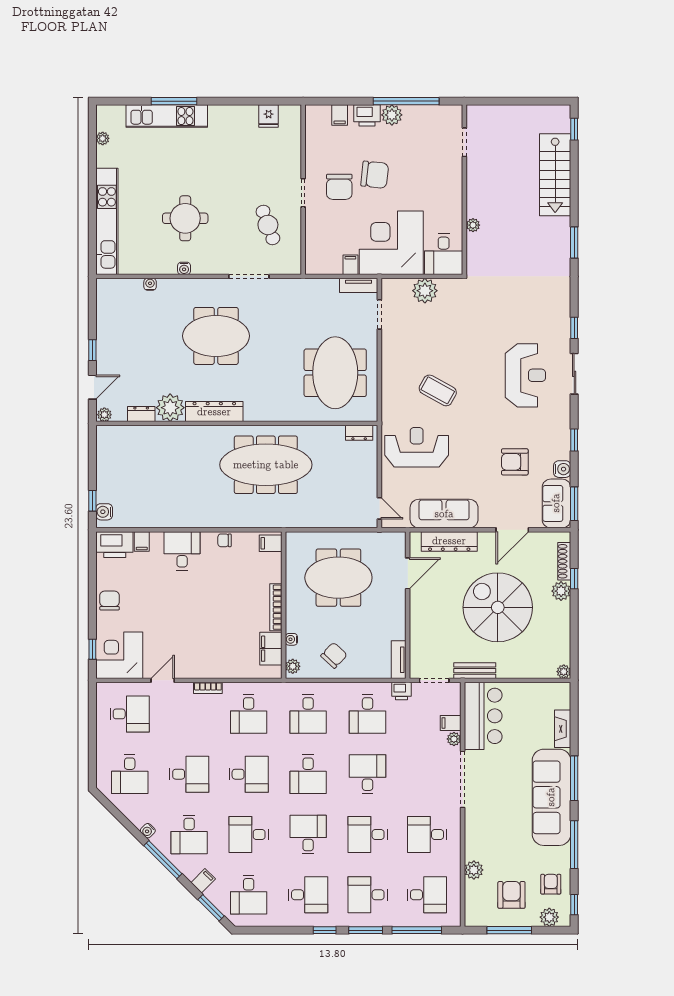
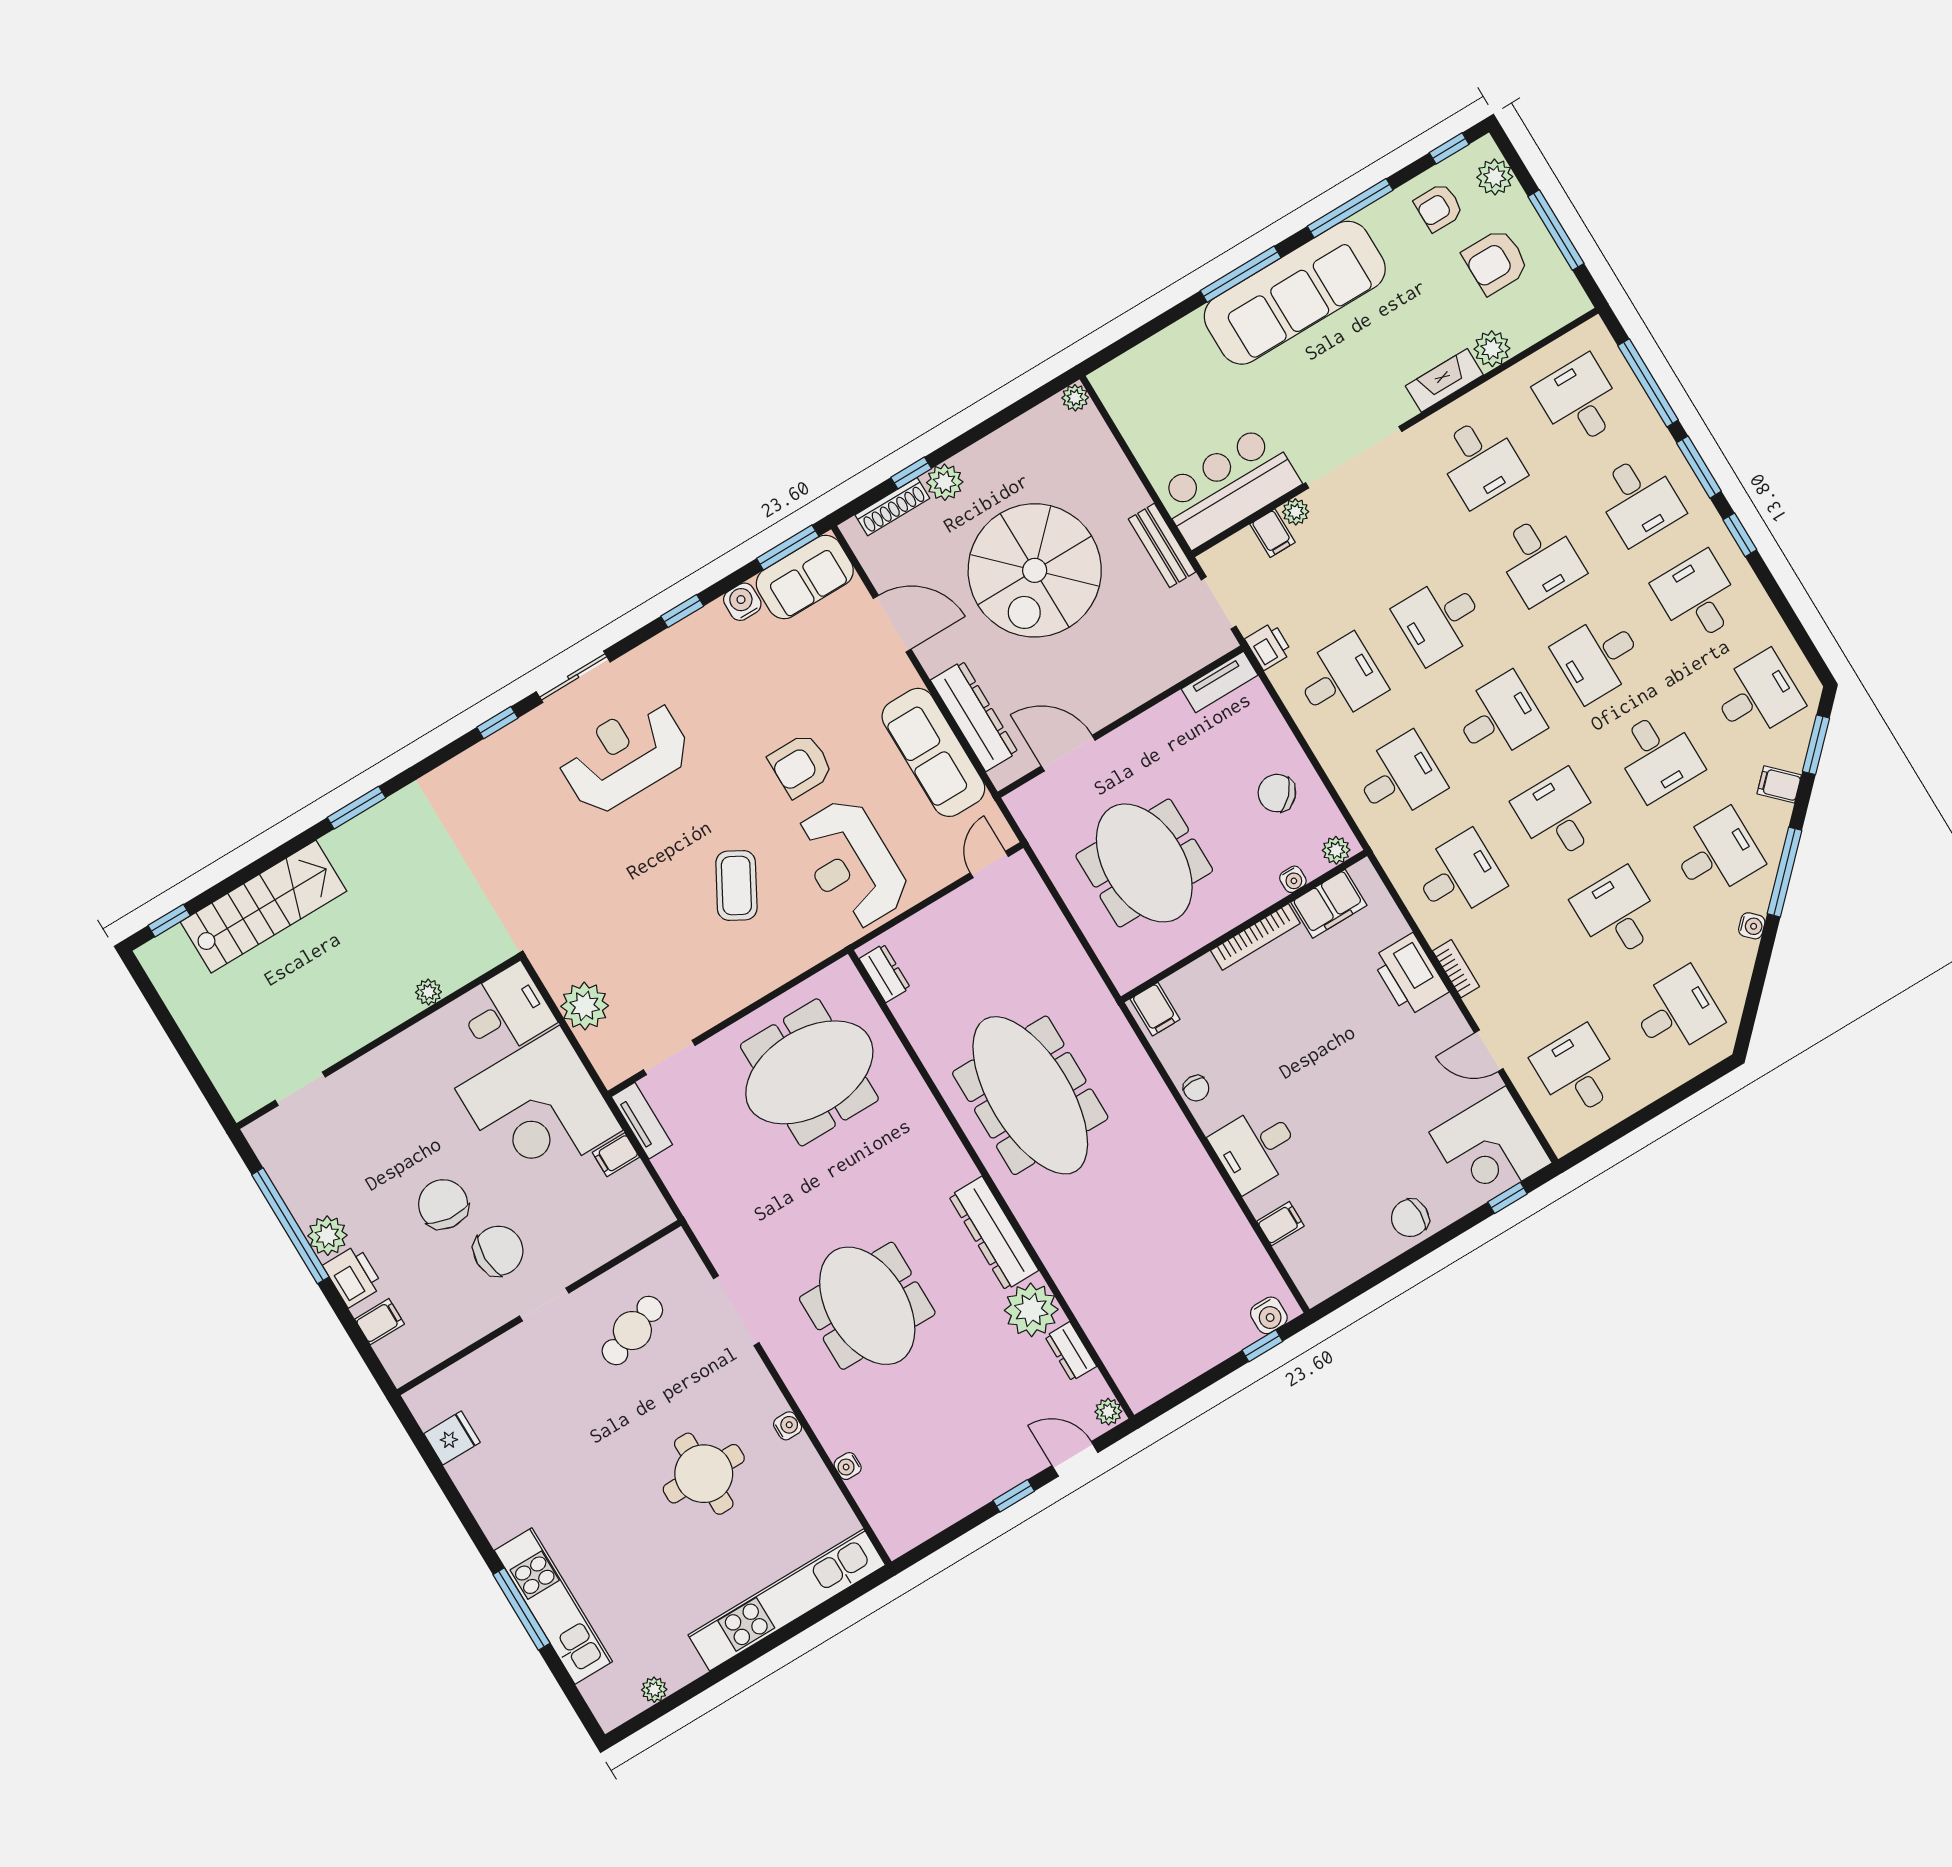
armchair: (515, 462) -> (801, 765), moved, turned 90
printer: (115, 545) -> (1410, 975), moved, turned 180
fireplace: (563, 729) -> (1444, 380), moved, turned 180

